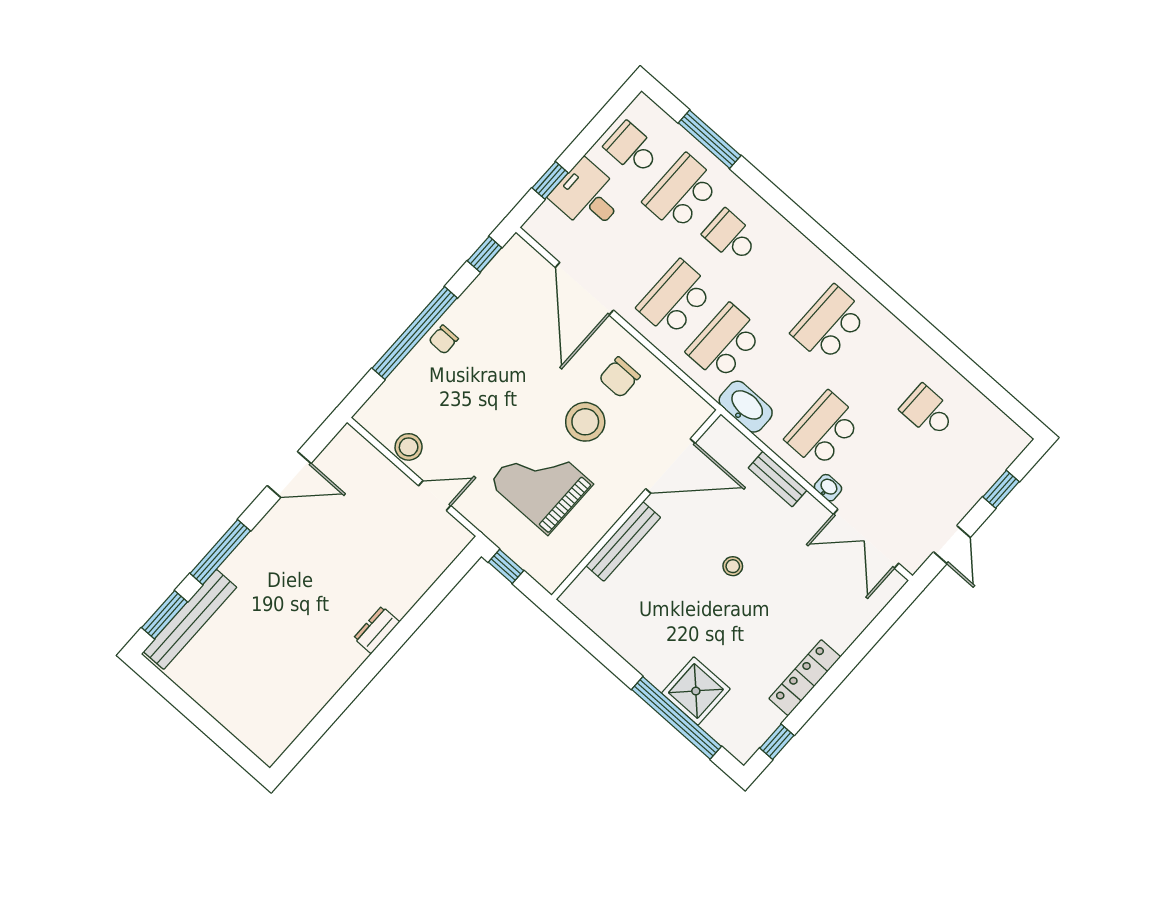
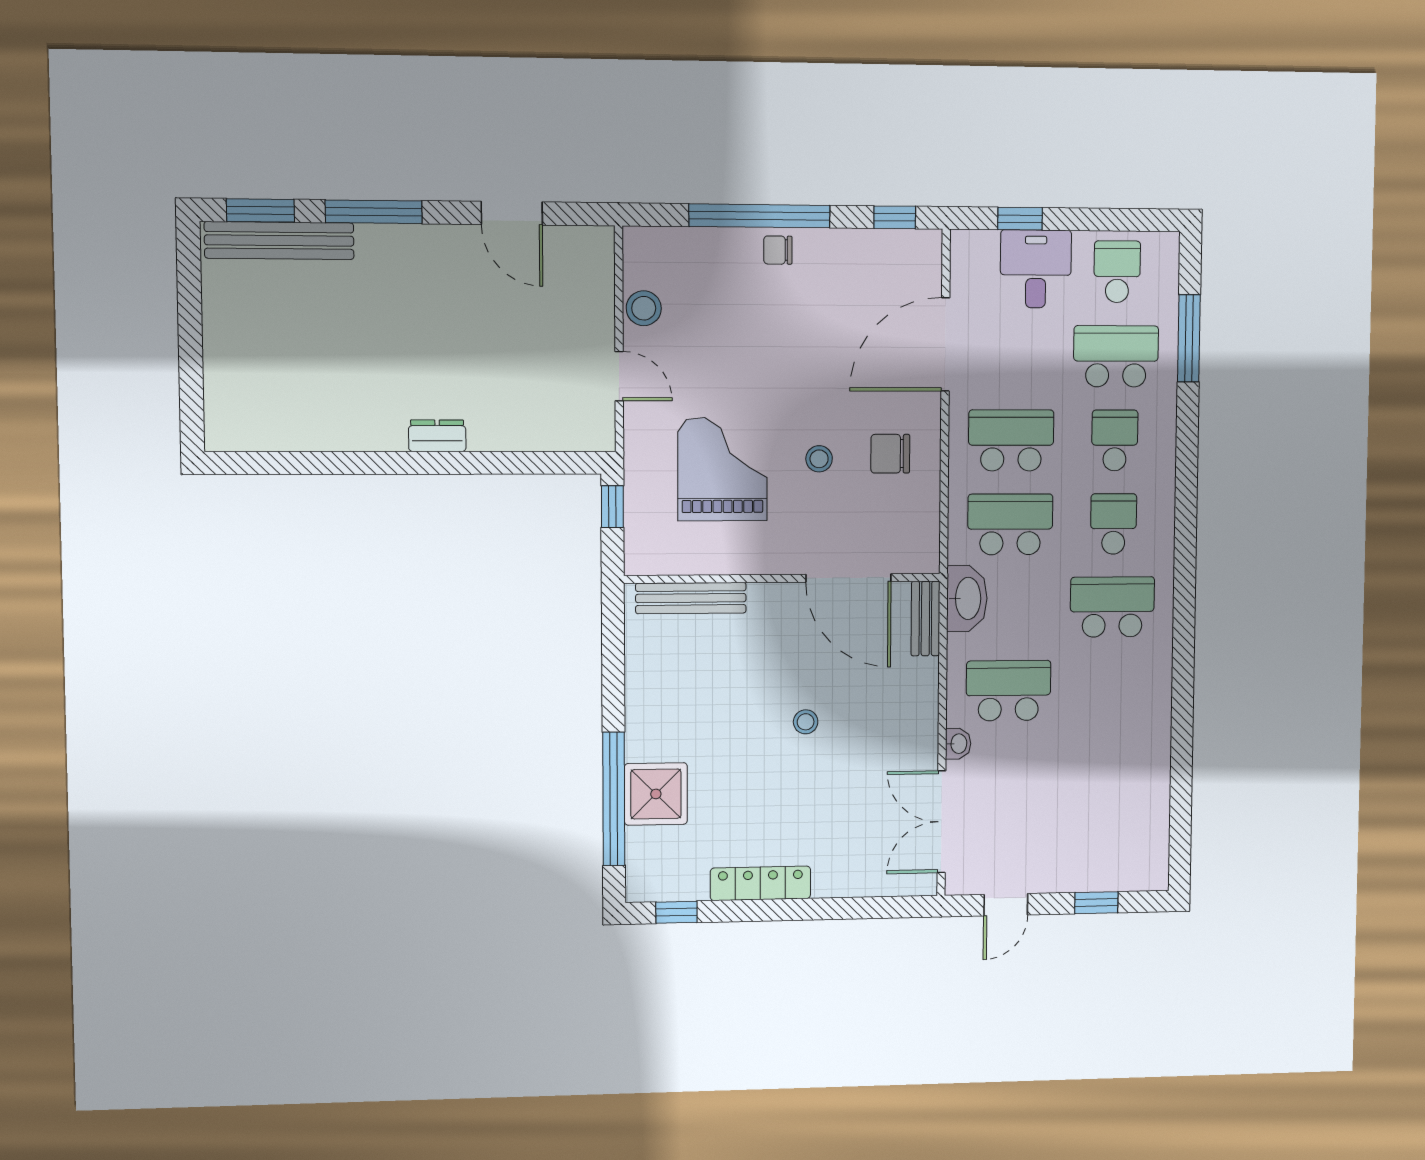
school desk: (928, 412) -> (1113, 524), moved
stool: (585, 422) -> (819, 459), width x0.53, depth x0.53
bench: (778, 479) -> (925, 619), moved
bench: (623, 541) -> (691, 598), moved

